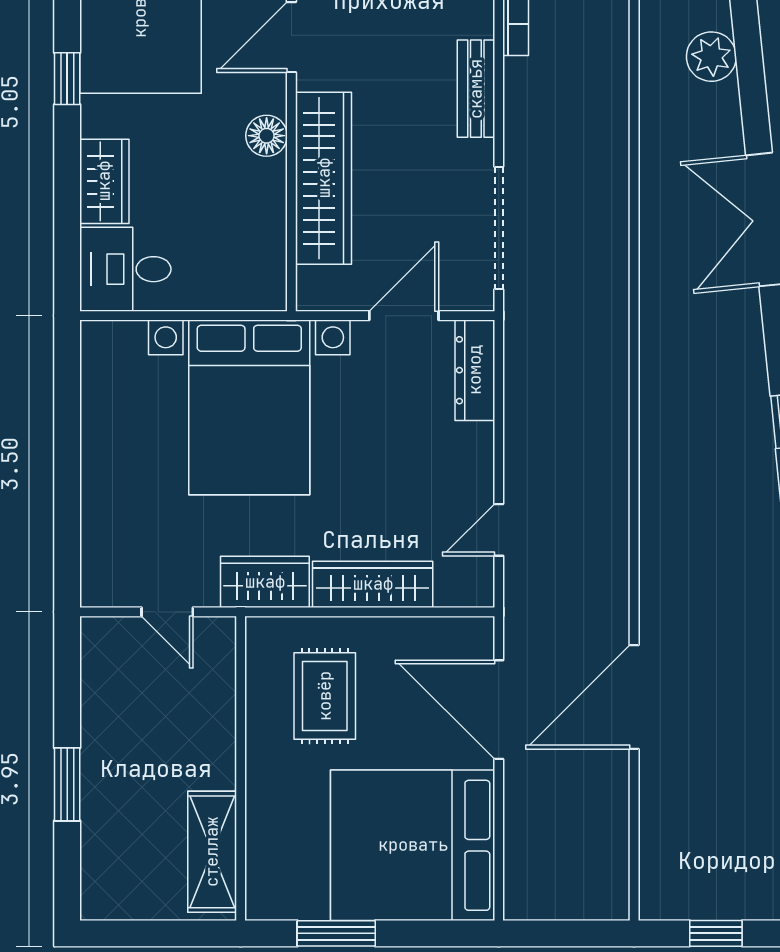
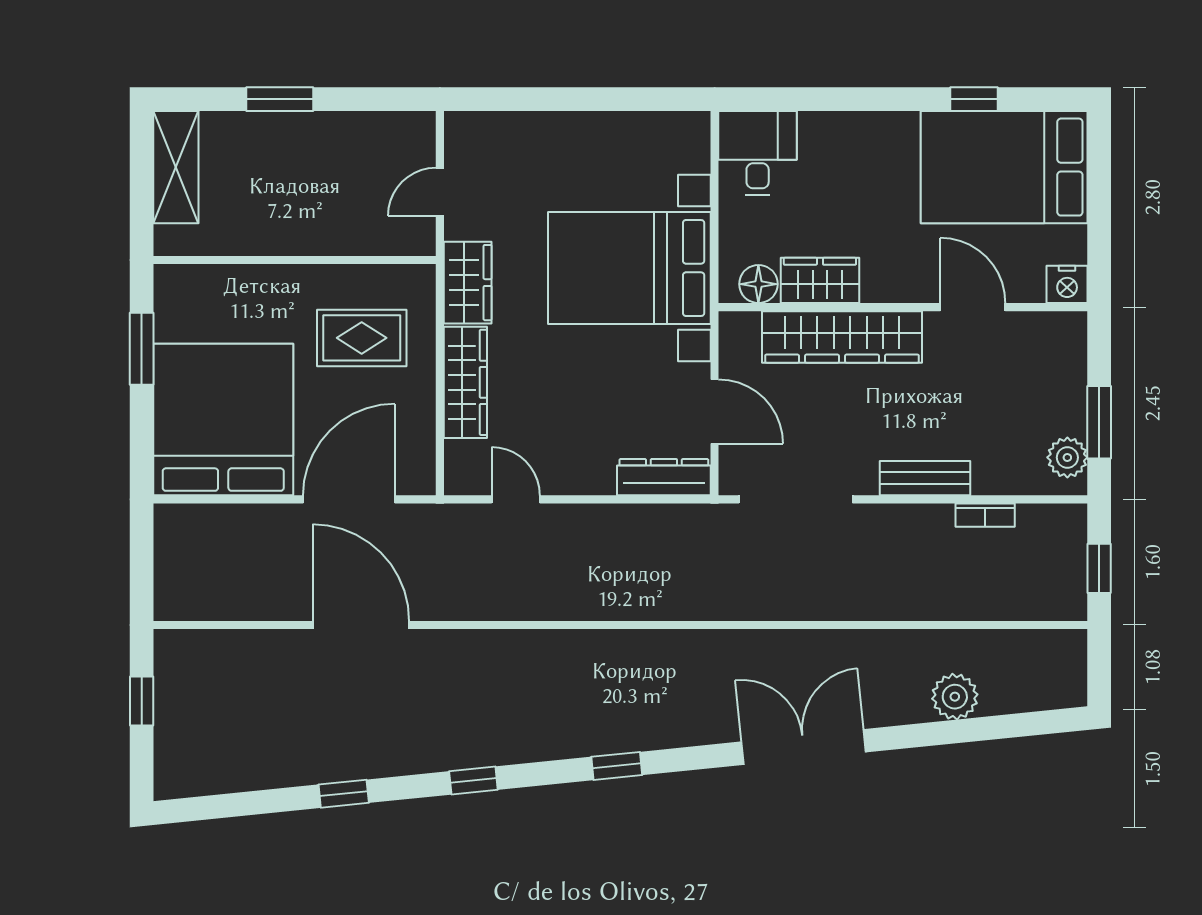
window: (67, 79) -> (974, 99), moved
floor lamp: (267, 136) -> (758, 284), moved
wardrobe: (104, 181) -> (820, 280), moved, turned 180
shelving: (212, 852) -> (176, 167), moved, turned 90

